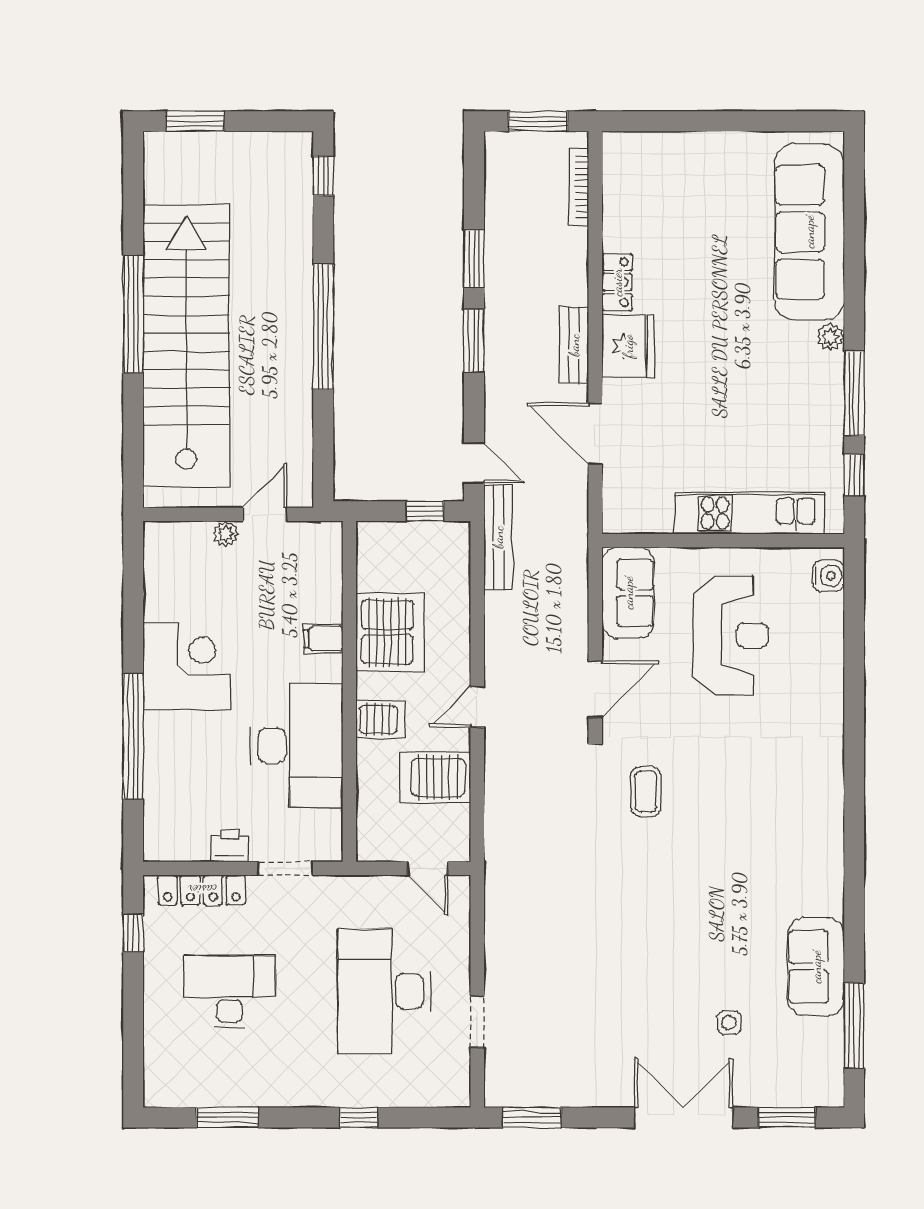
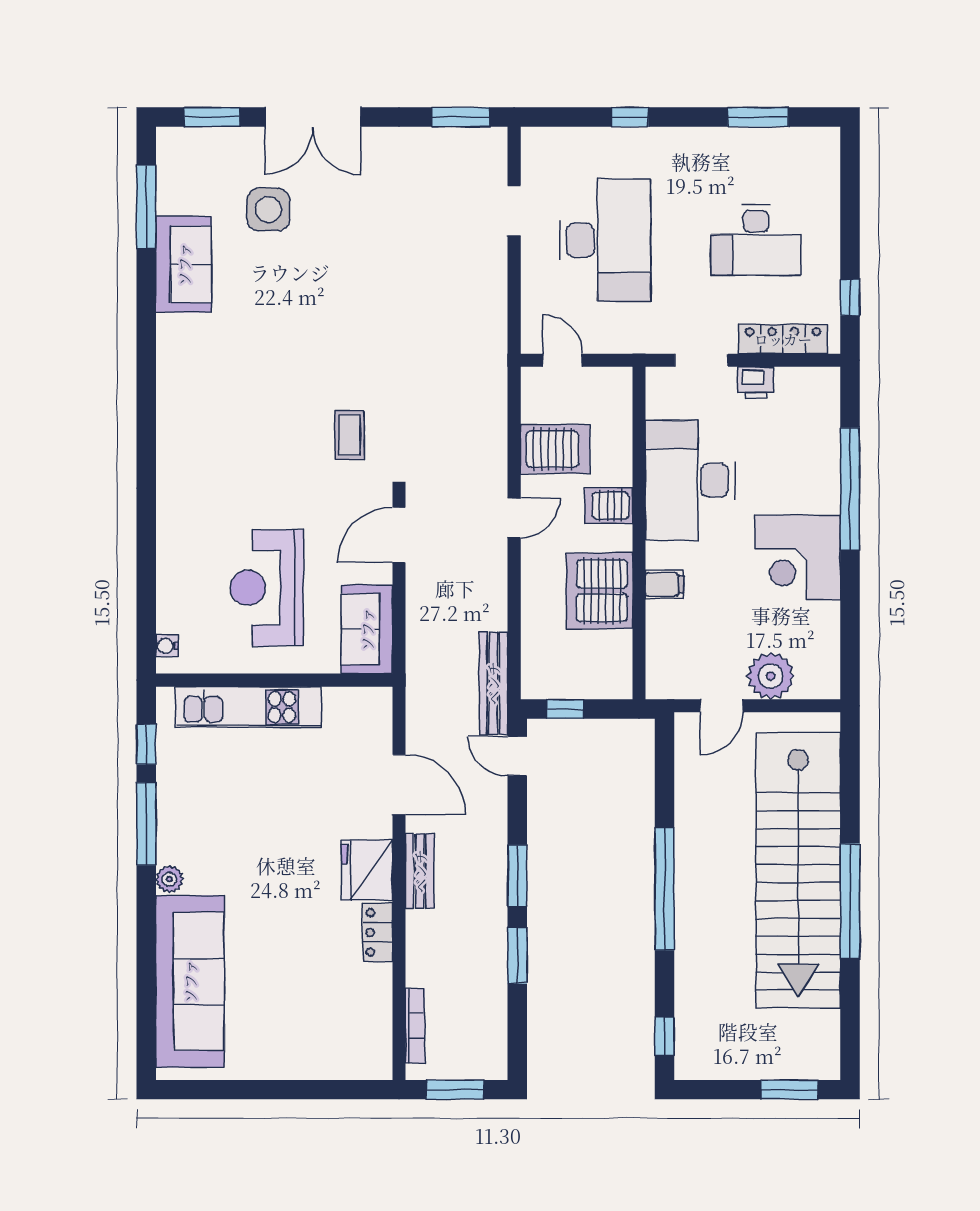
plant: (226, 534) -> (771, 676), width x1.87, depth x1.87
water cooler: (828, 576) -> (167, 646), width x0.72, depth x0.72
side table: (729, 1023) -> (268, 210), width x1.87, depth x1.87

